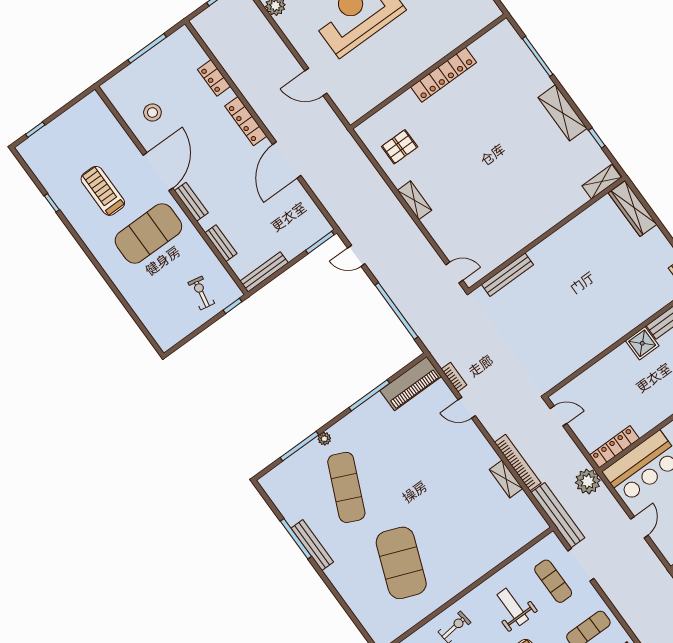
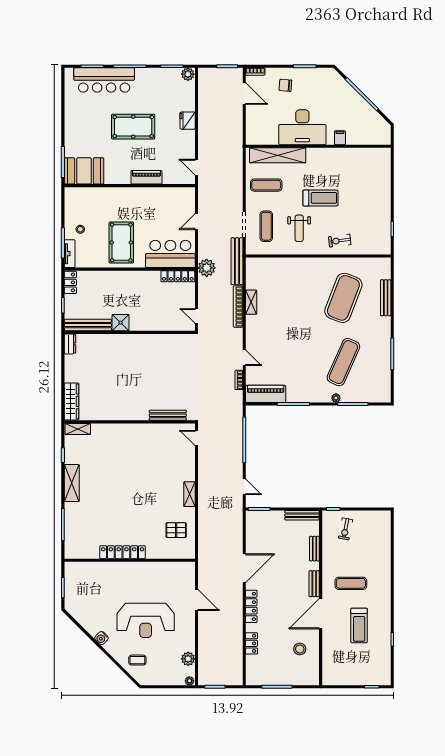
exercise mat: (148, 233) -> (351, 583), width x0.50, depth x0.69
bench: (312, 545) -> (386, 298), moved

